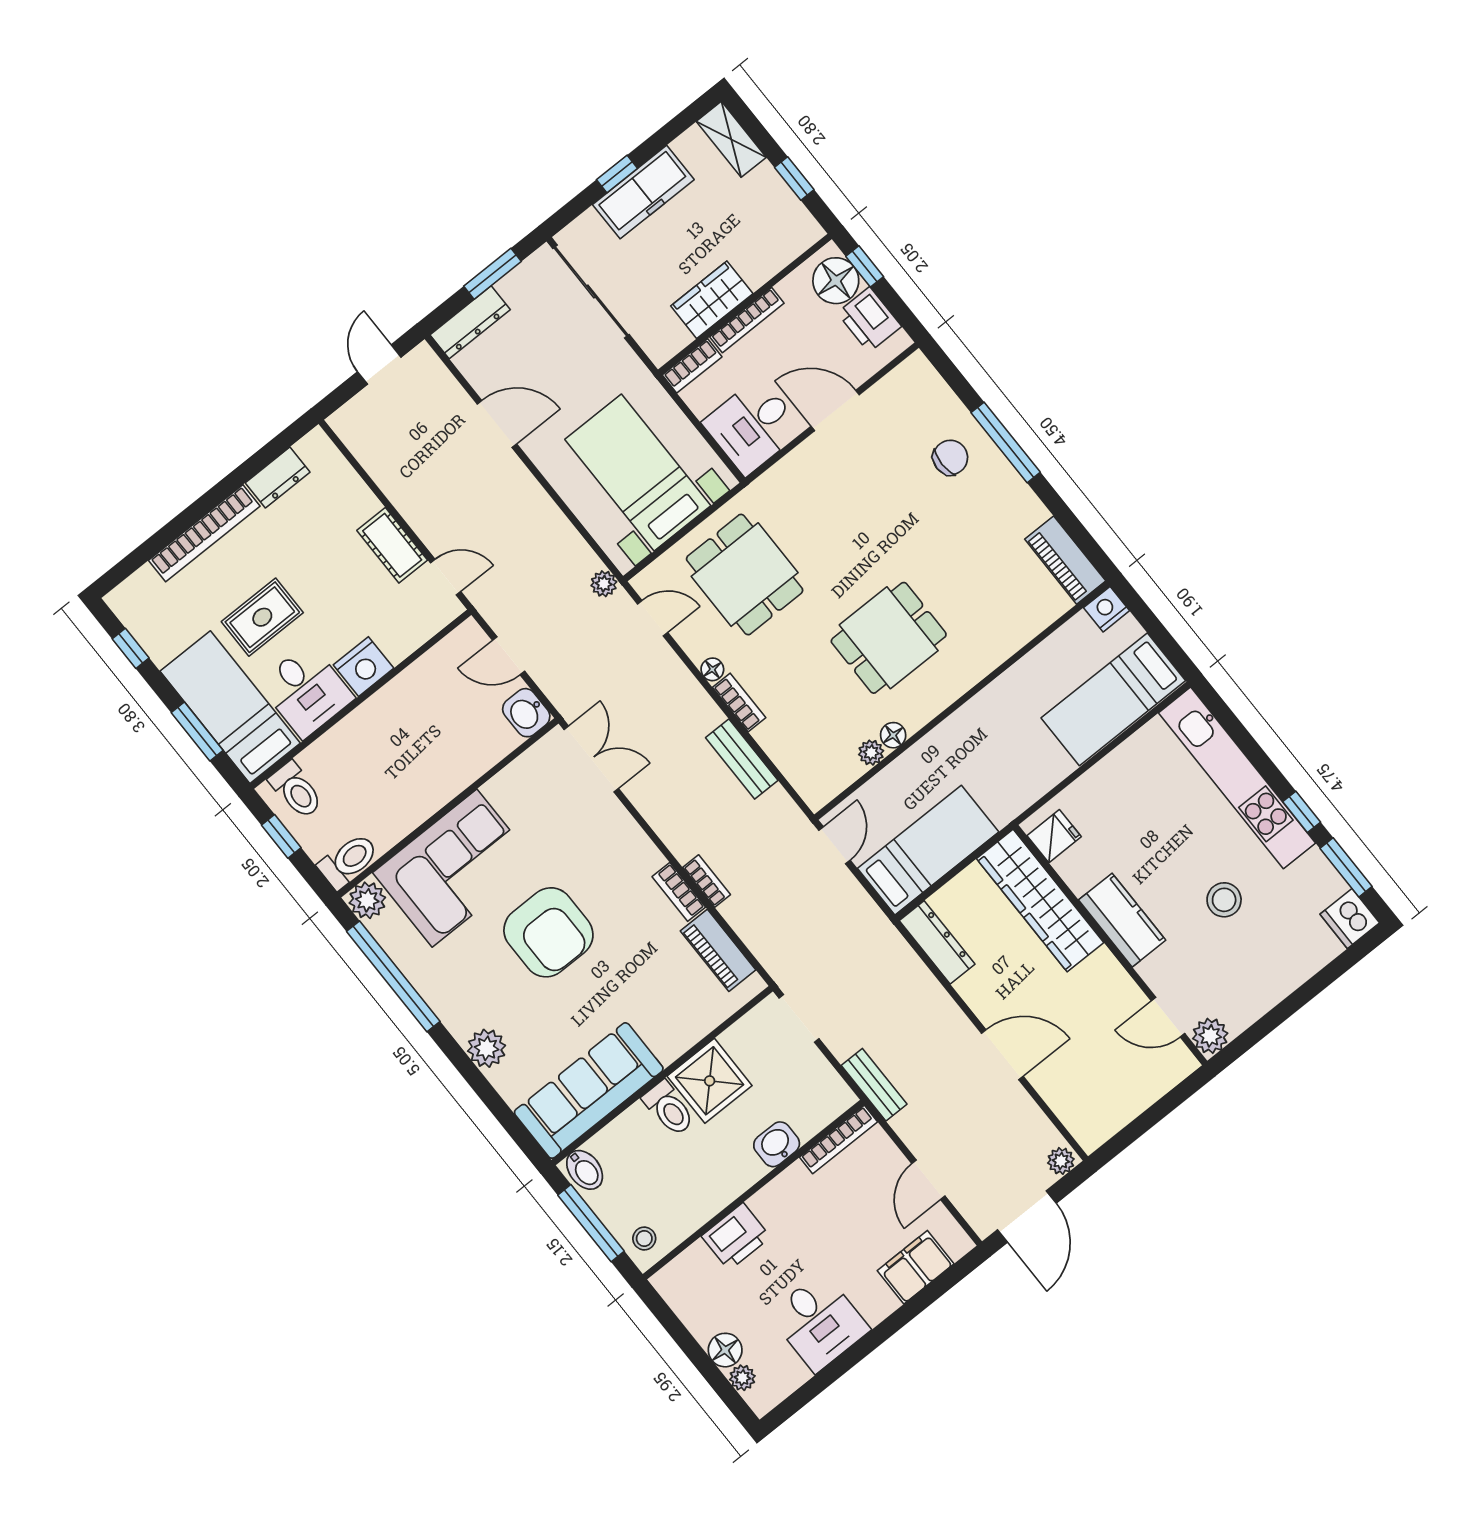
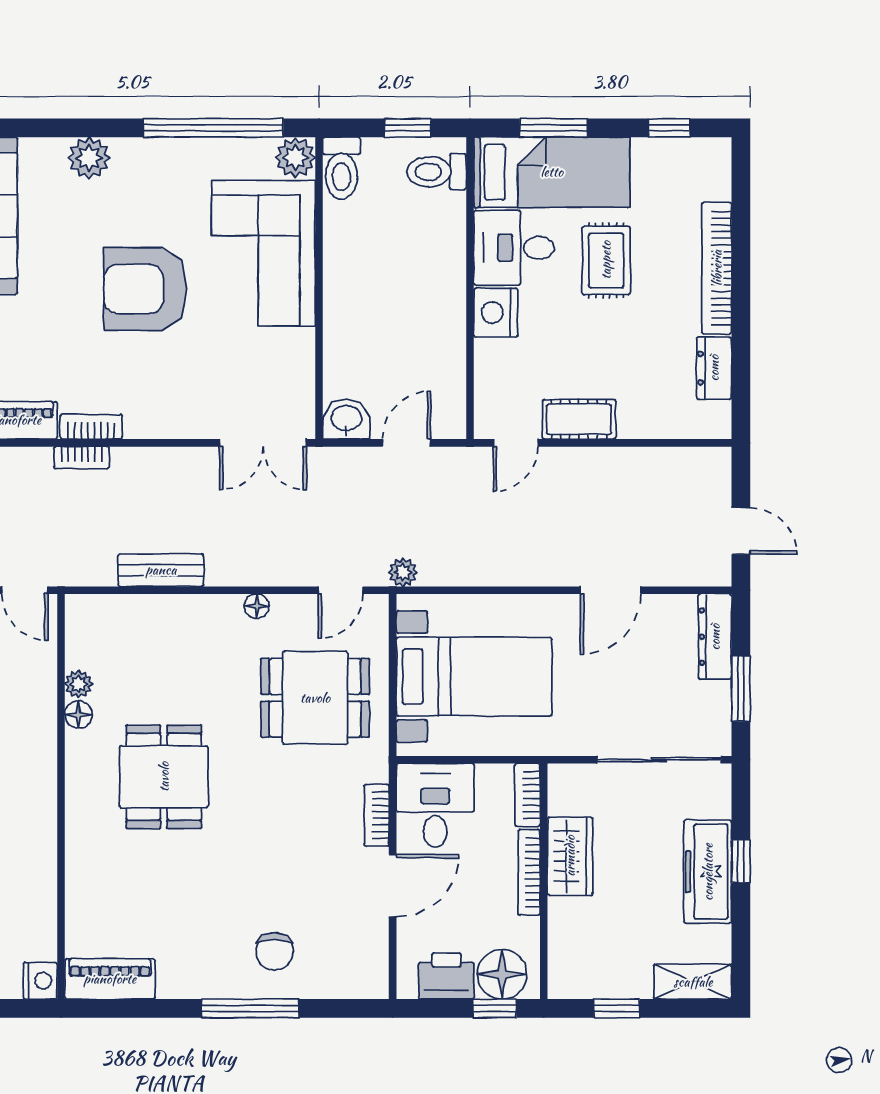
bookcase: (739, 702) -> (377, 815), moved, turned 90

